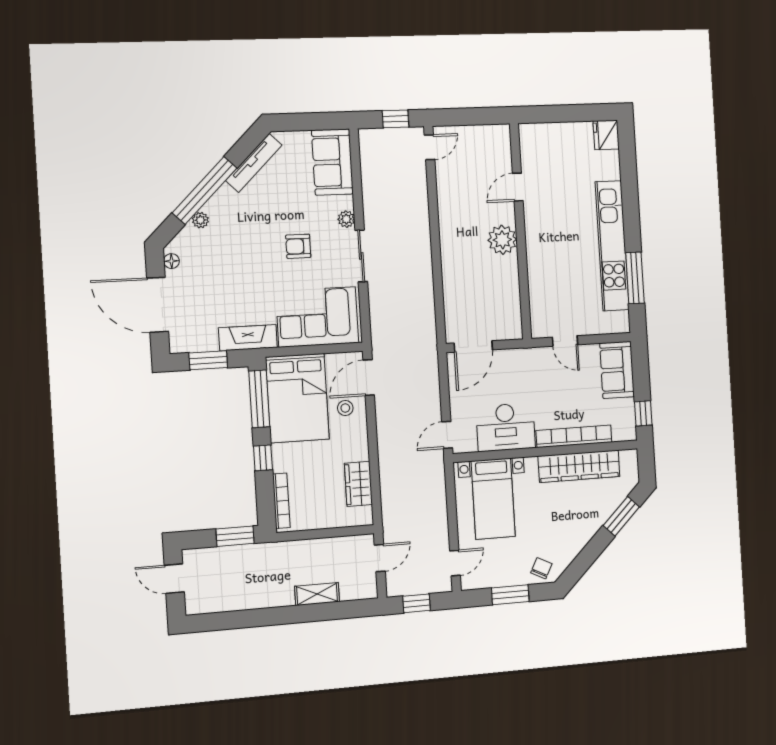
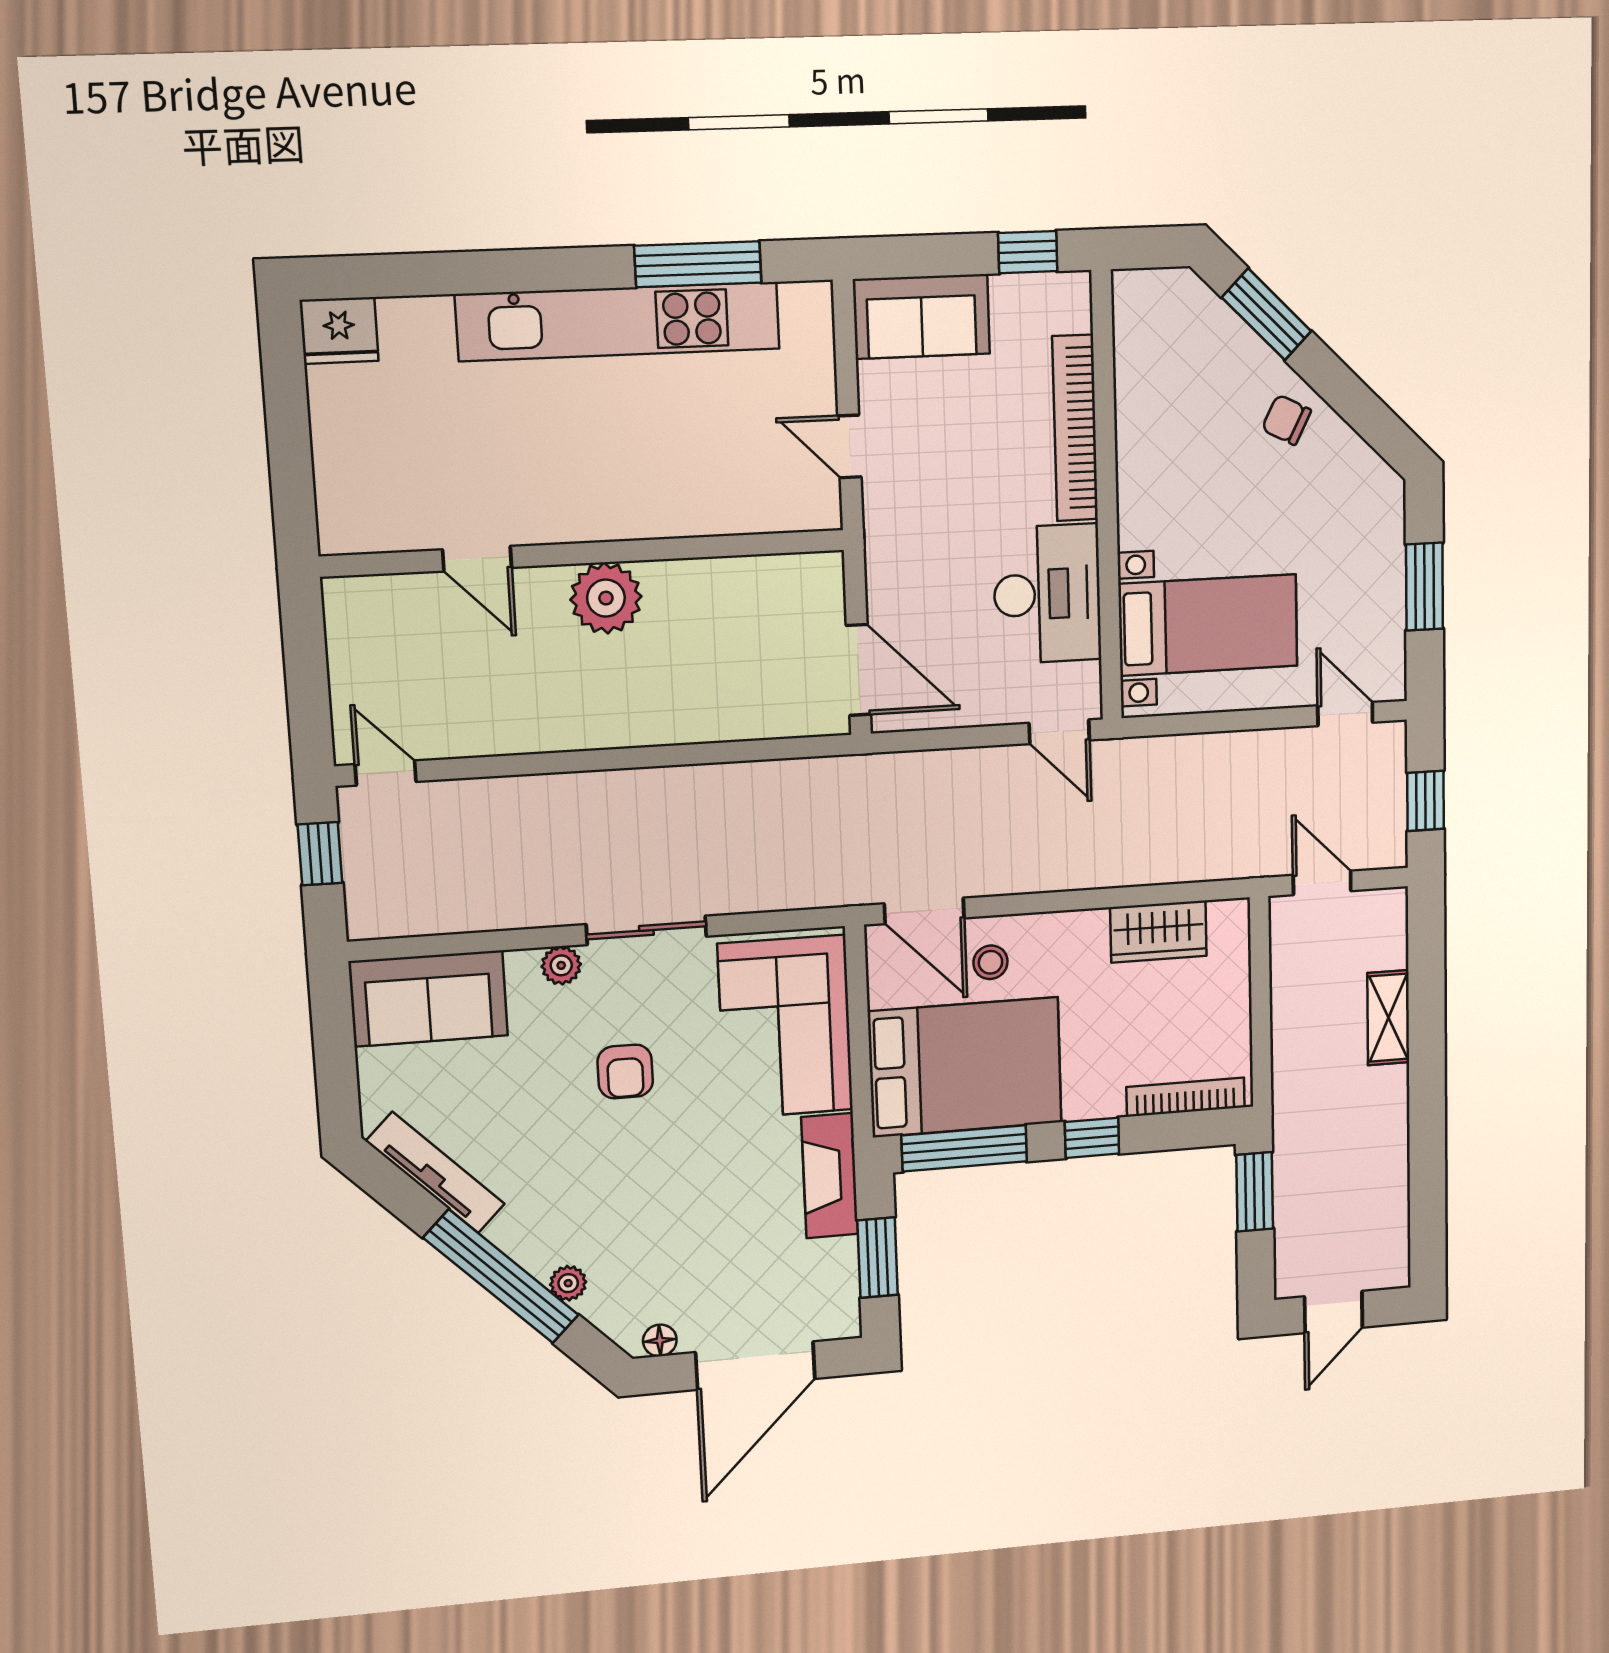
door: (565, 341) -> (849, 446), swing flipped
wardrobe: (579, 466) -> (1145, 417), removed
chair: (541, 568) -> (1286, 420), moved

